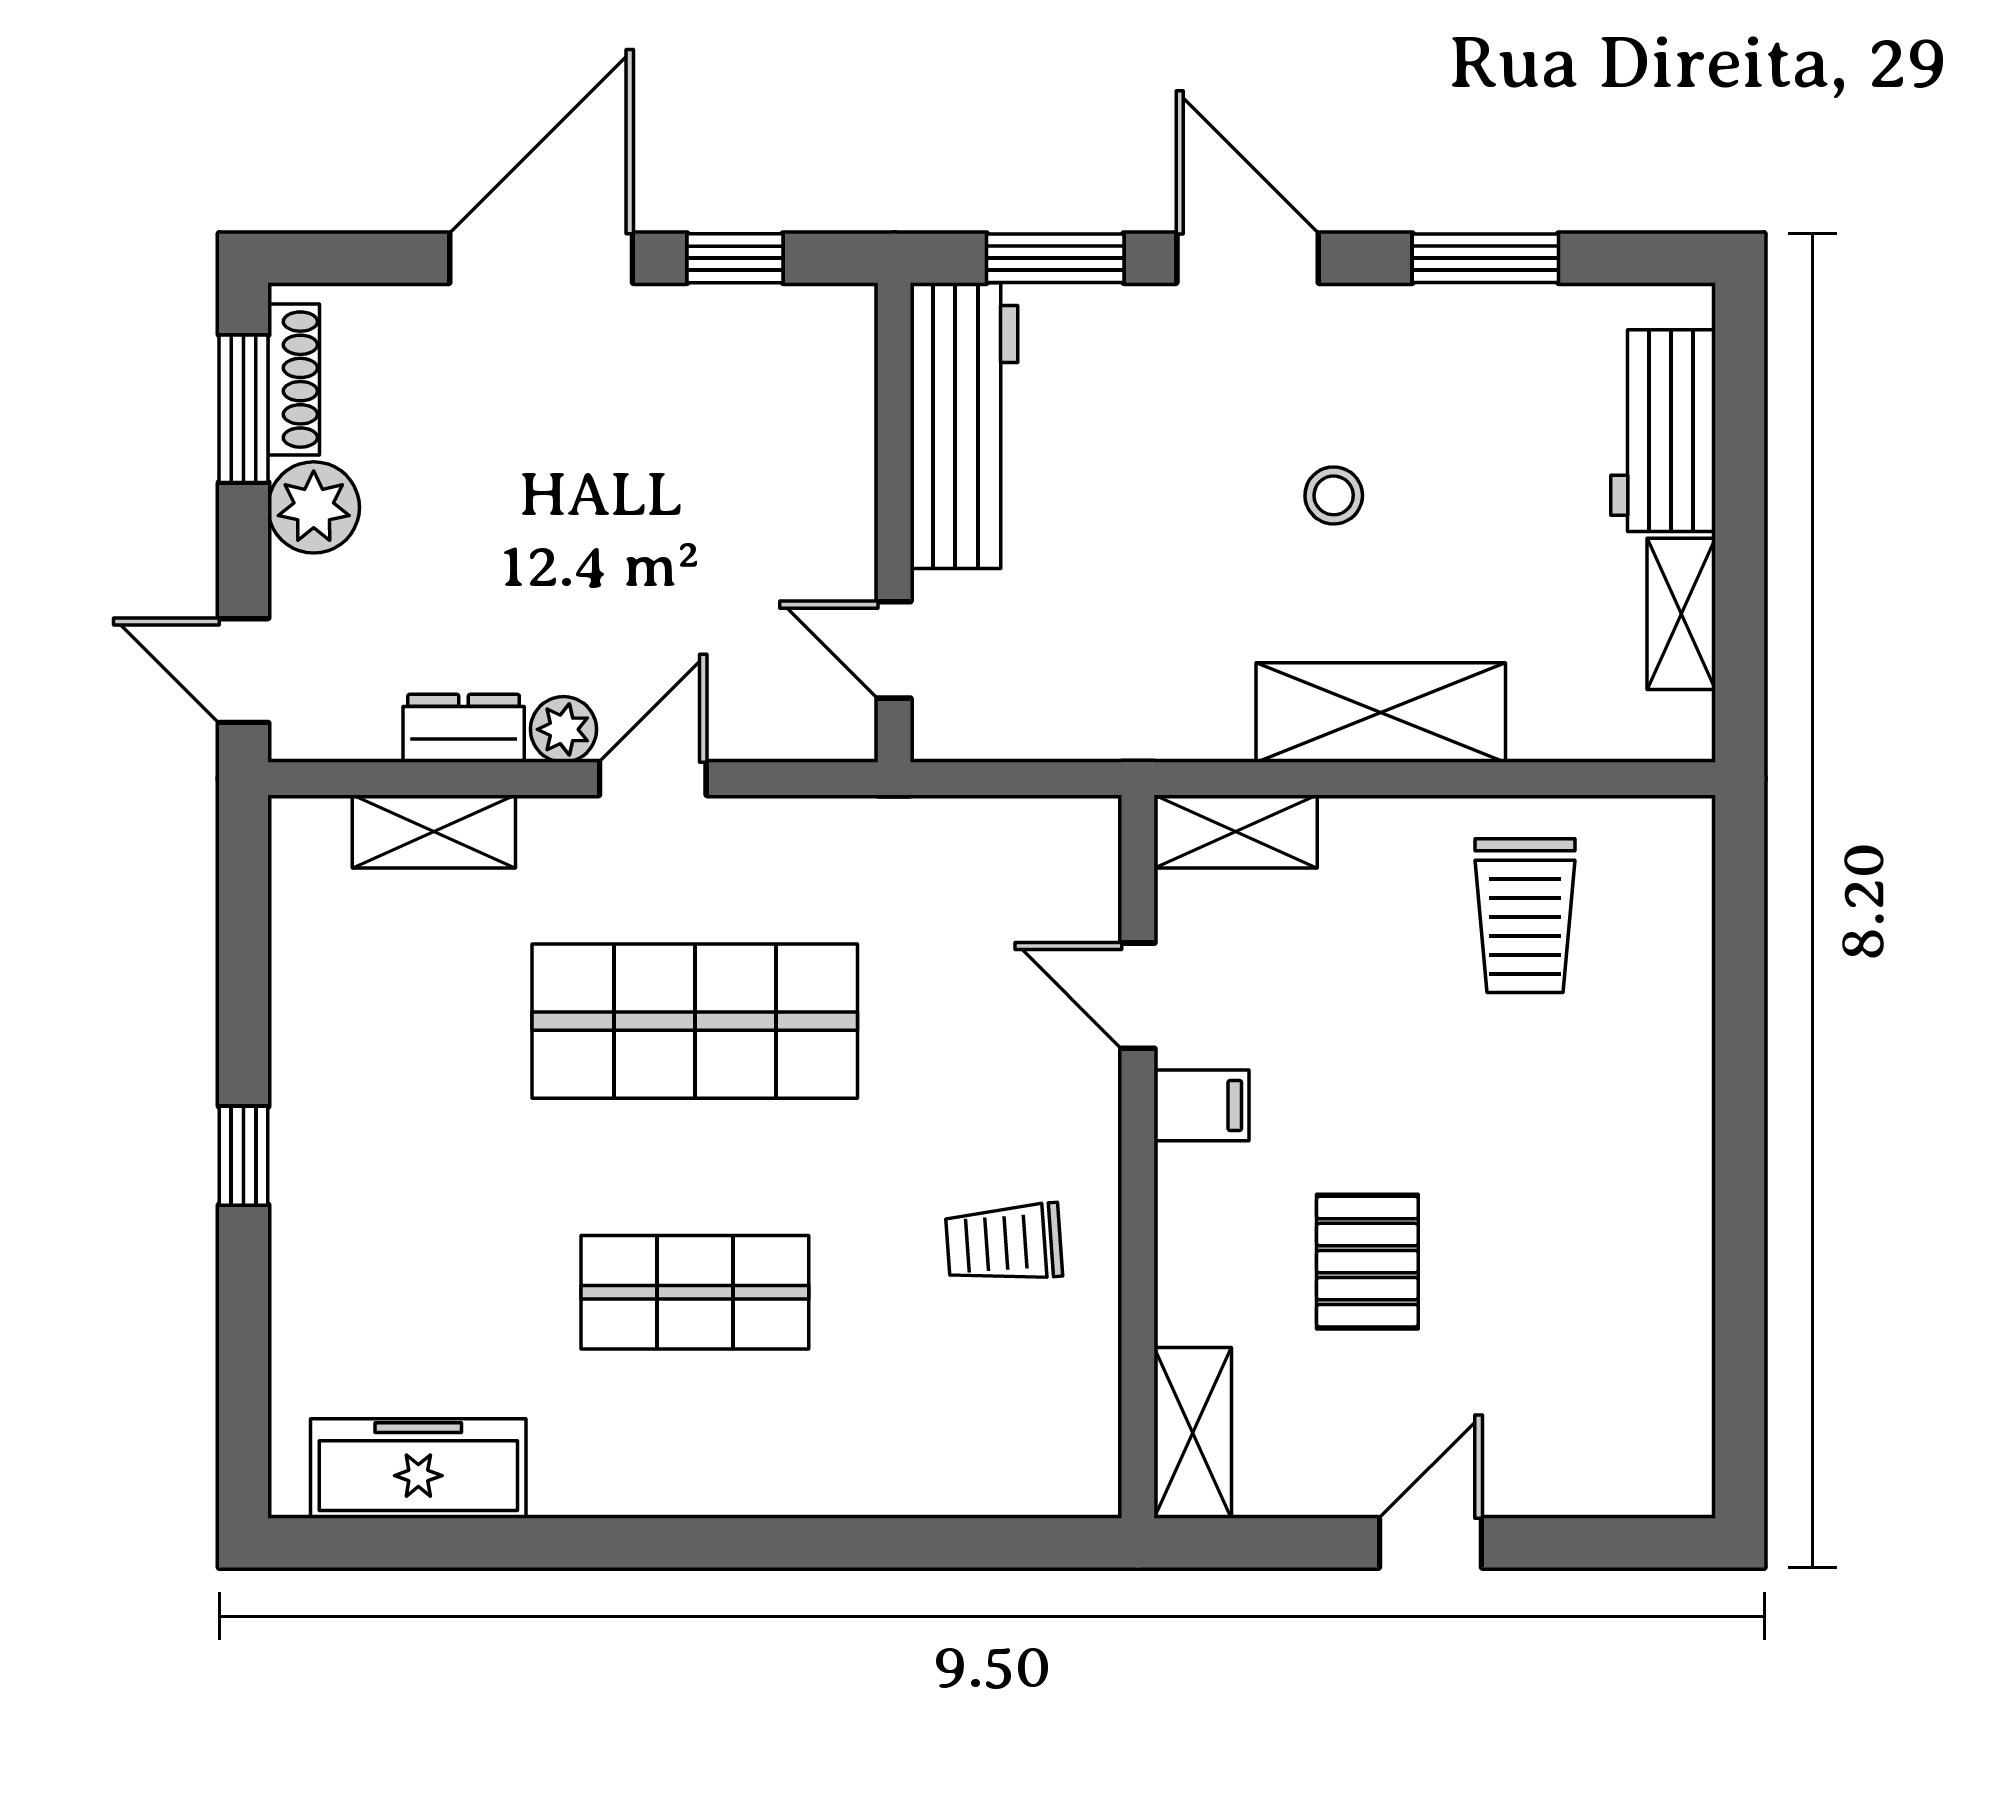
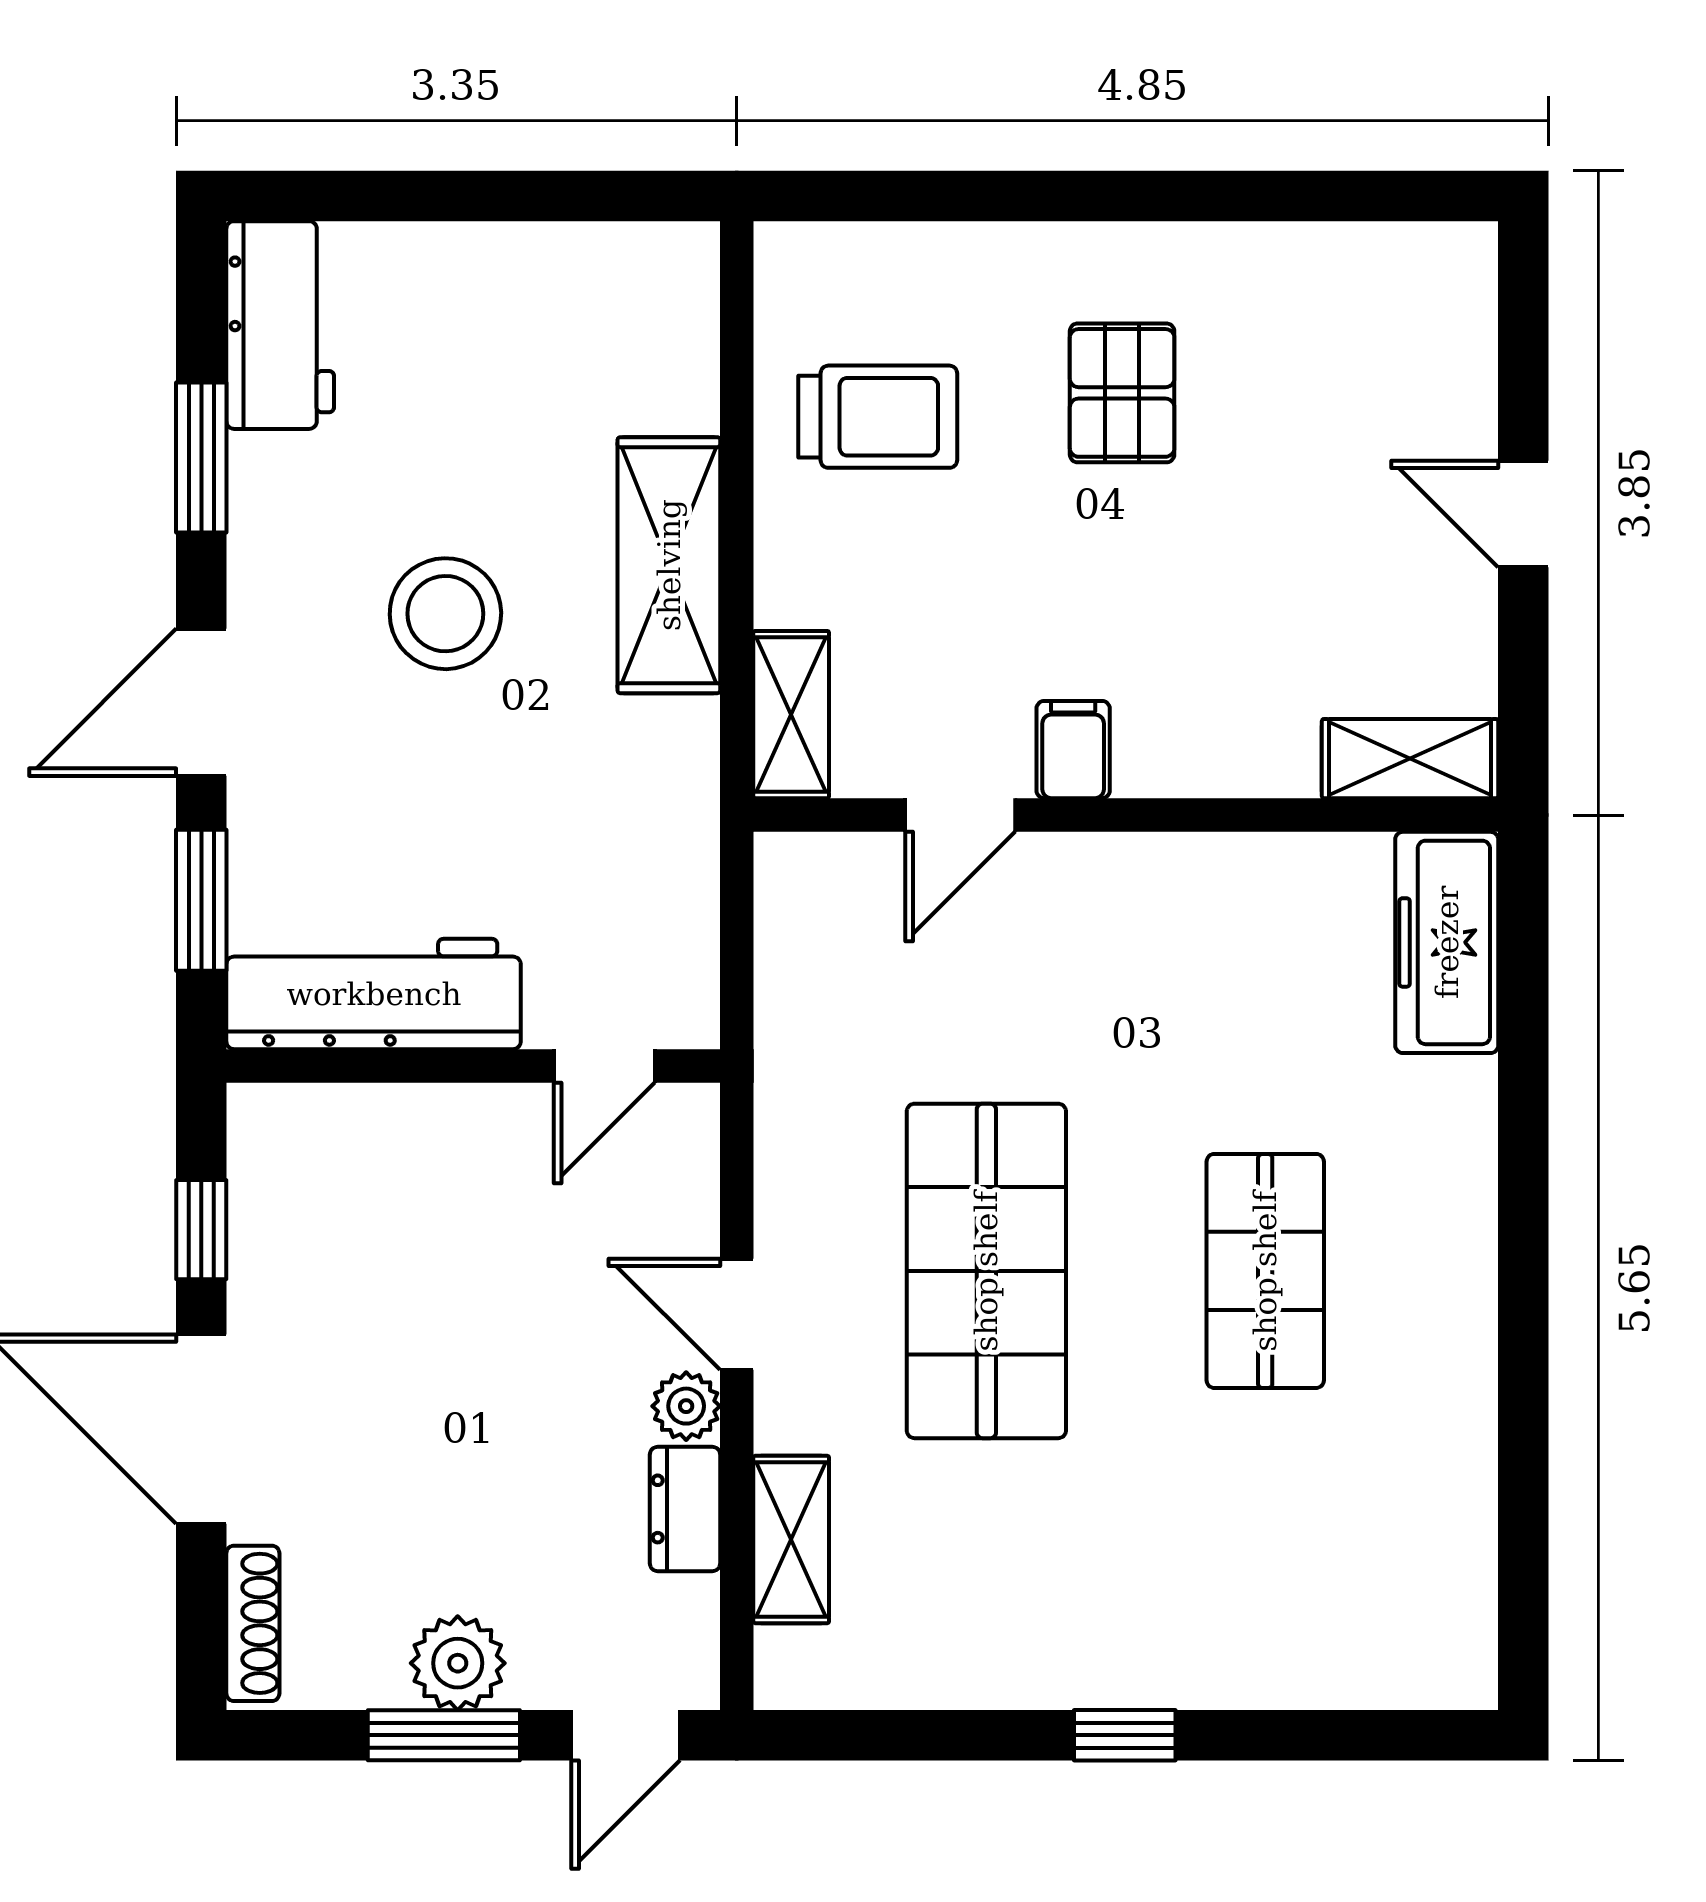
shoe rack: (294, 380) -> (253, 1623), moved, turned 90
window: (244, 409) -> (444, 1735), moved
workbench: (1663, 431) -> (280, 325), moved, turned -90
stool: (1334, 495) -> (445, 614), width x1.89, depth x1.89
shelving: (1681, 614) -> (567, 256), removed
trolley: (1004, 1243) -> (1215, 953), removed
pallet: (1367, 1262) -> (1122, 393), moved, turned 90
freezer: (418, 1469) -> (1447, 942), moved

